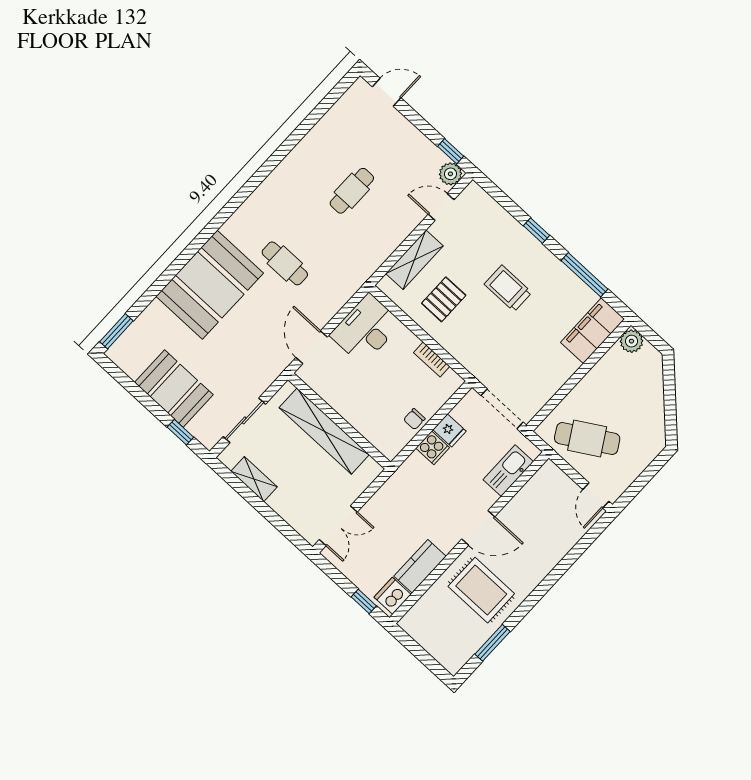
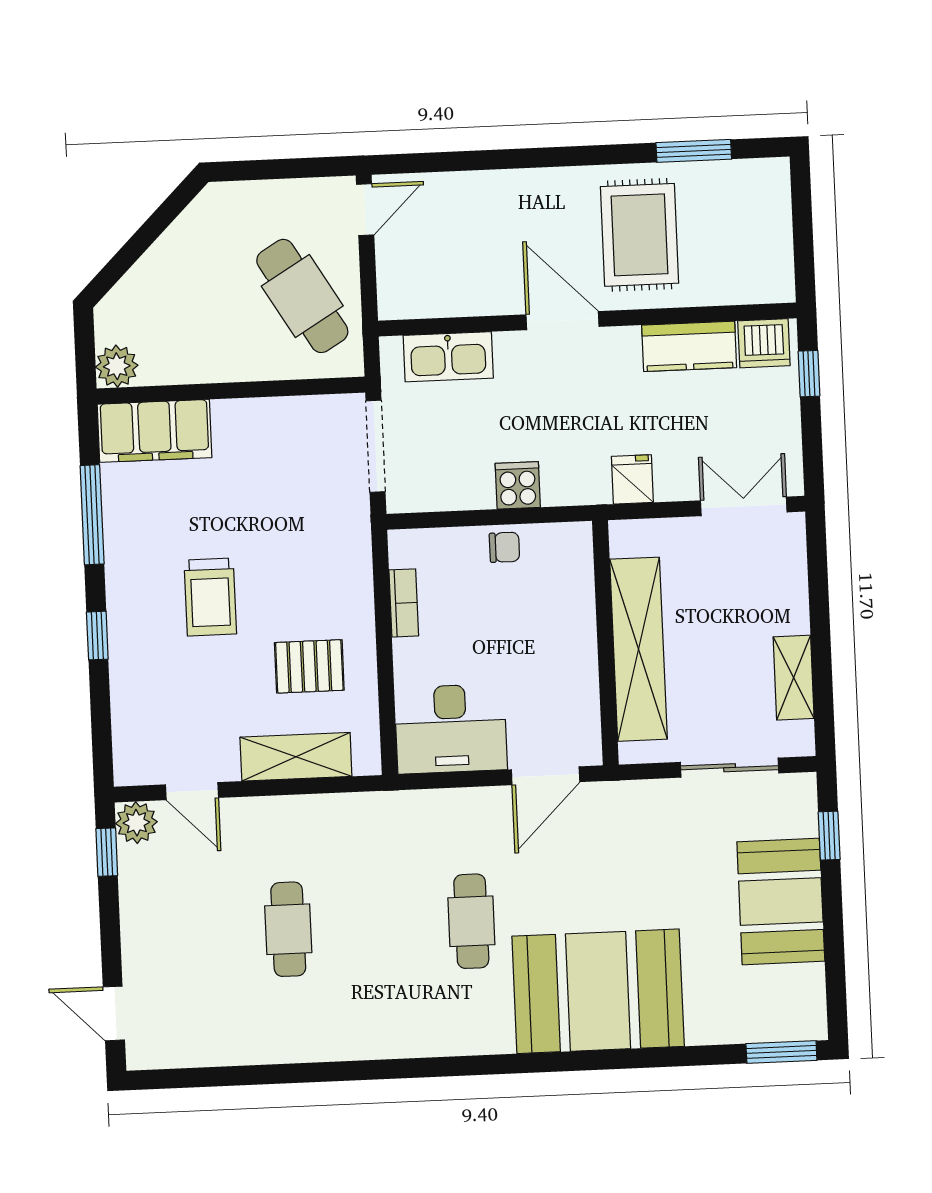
cafe table: (352, 191) -> (288, 929), turned 90
fridge: (450, 430) -> (632, 479), moved

